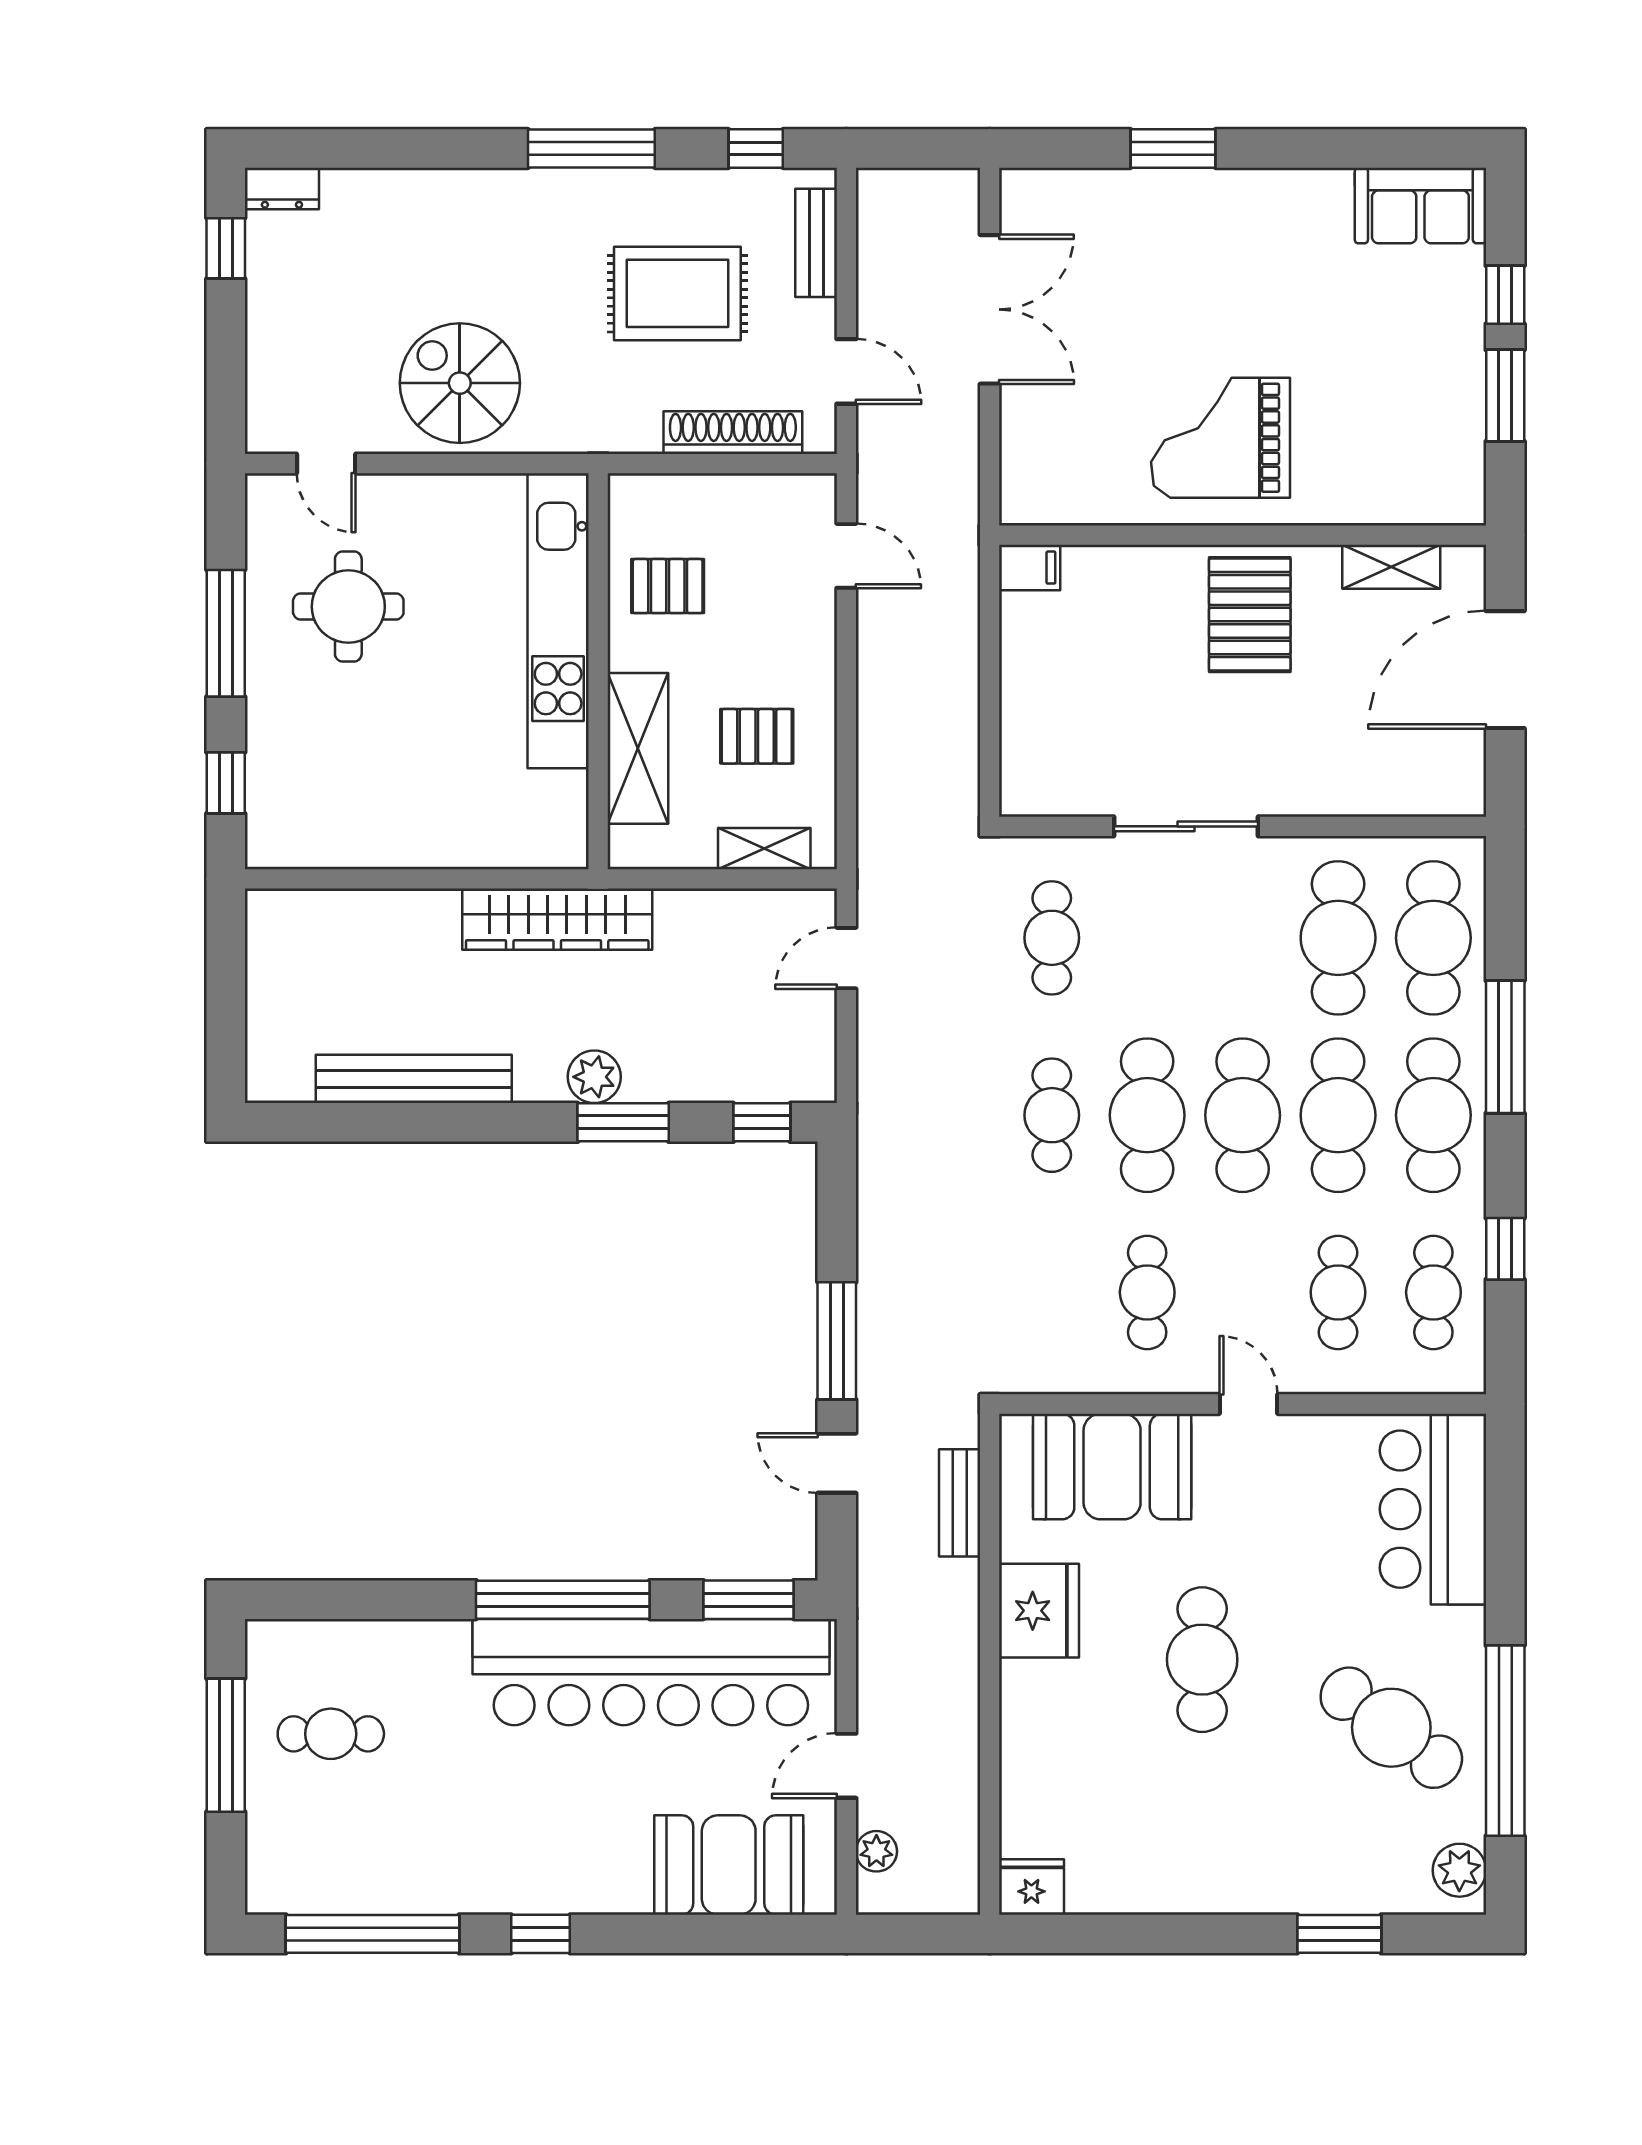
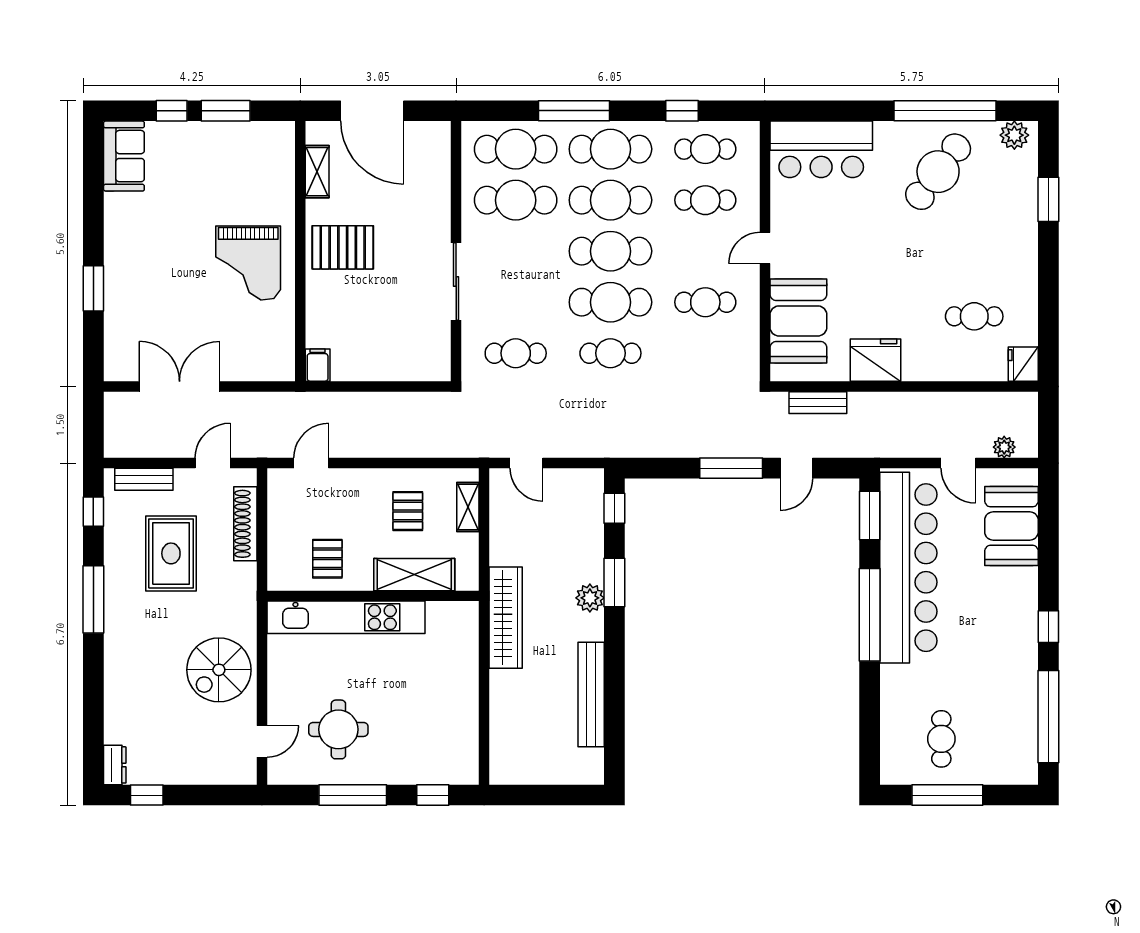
cafe table: (1202, 1660) -> (974, 316), moved, width x0.73, depth x0.74

